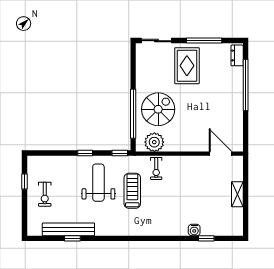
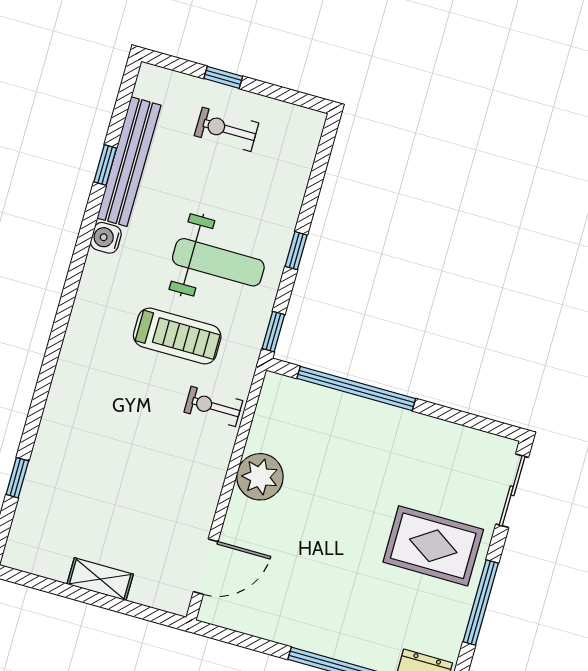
spiral stairs: (158, 109) -> (350, 450), removed
plant: (154, 142) -> (260, 477), moved
window: (25, 181) -> (223, 77), moved
water cooler: (194, 230) -> (106, 238), moved

